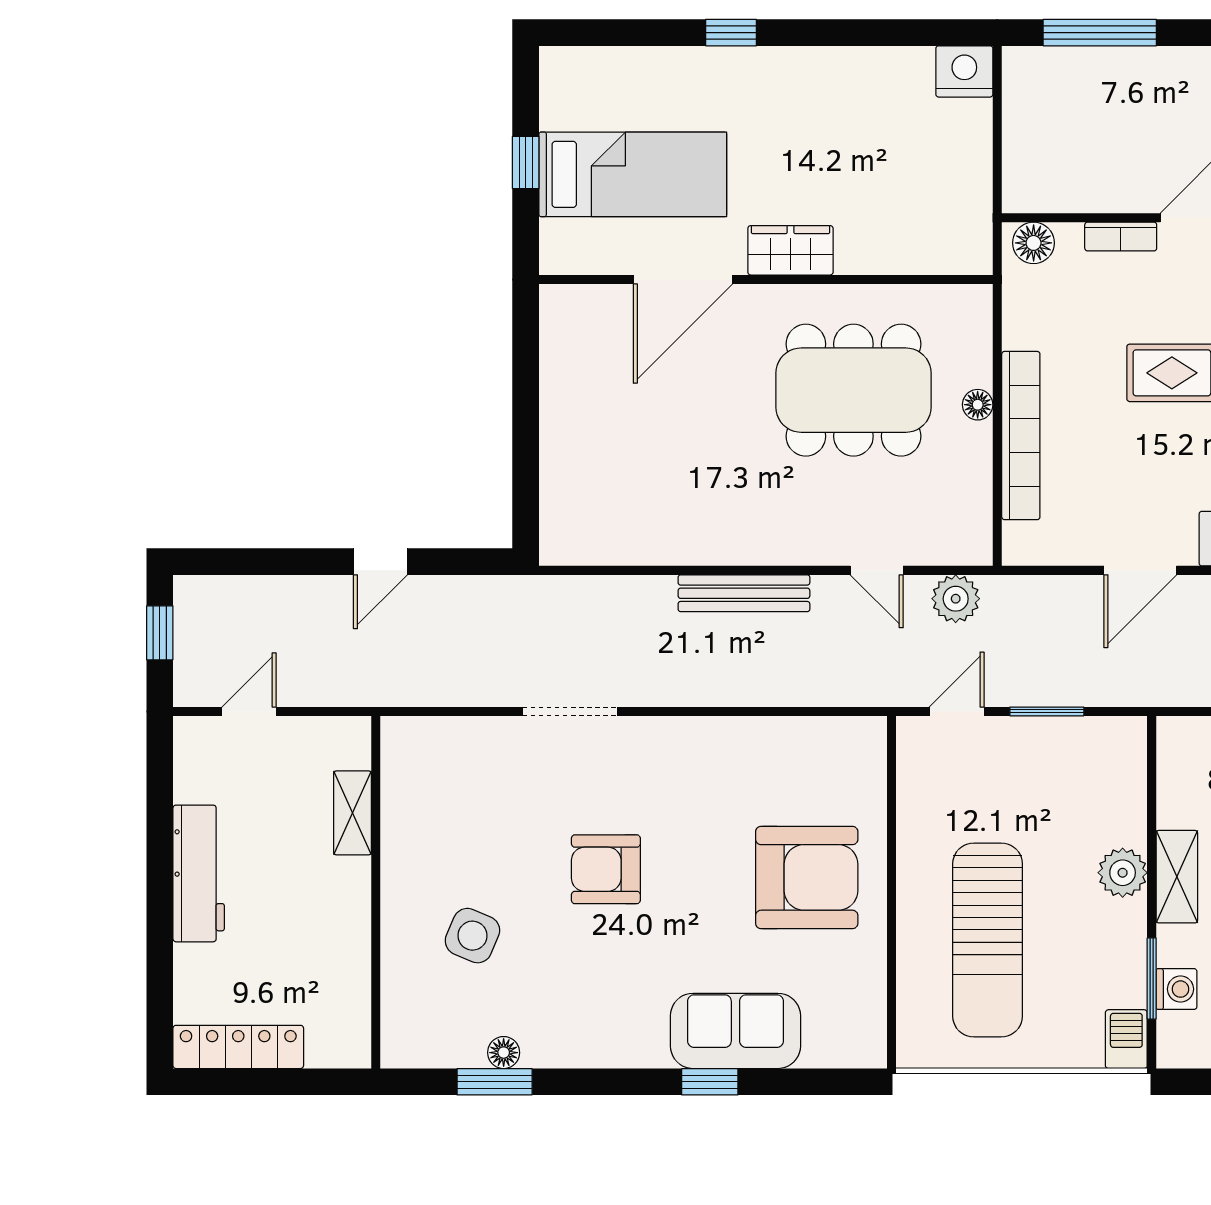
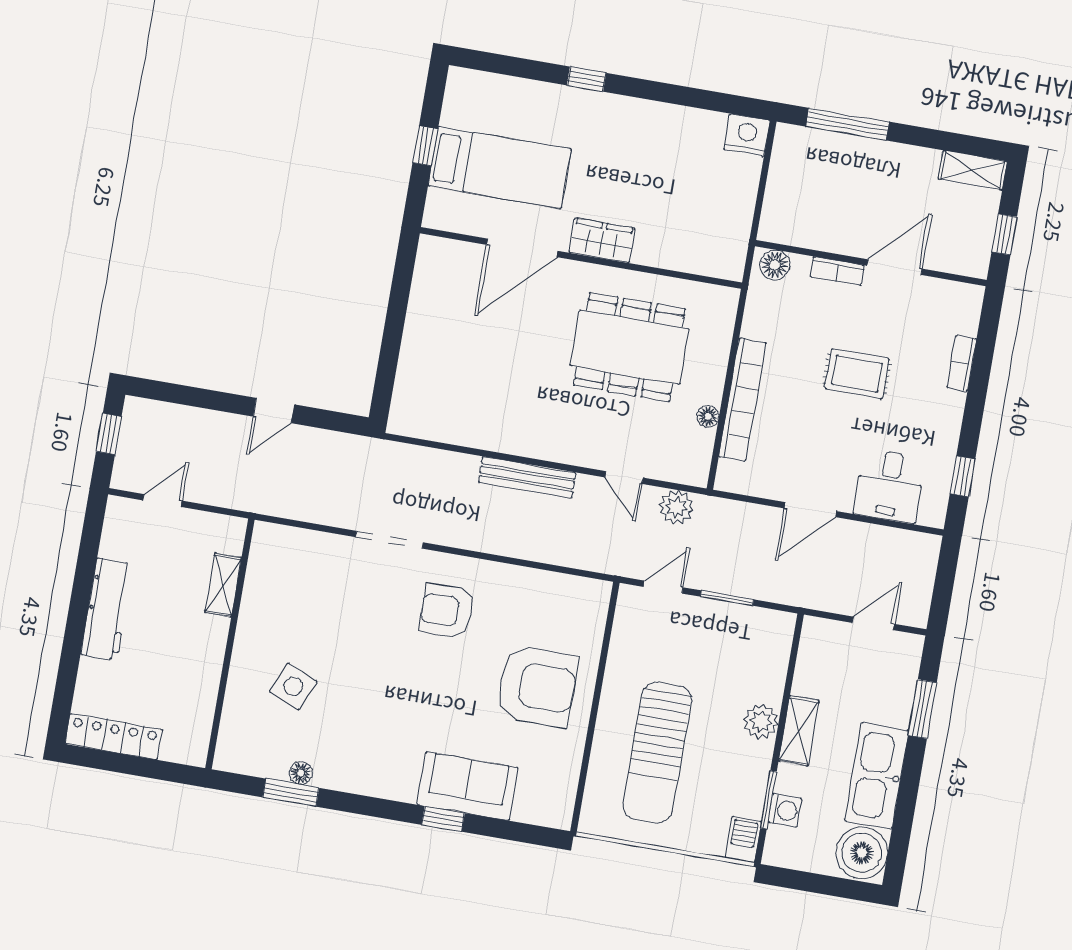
floor lamp: (978, 405) -> (708, 416), moved
armchair: (606, 869) -> (447, 611), moved

